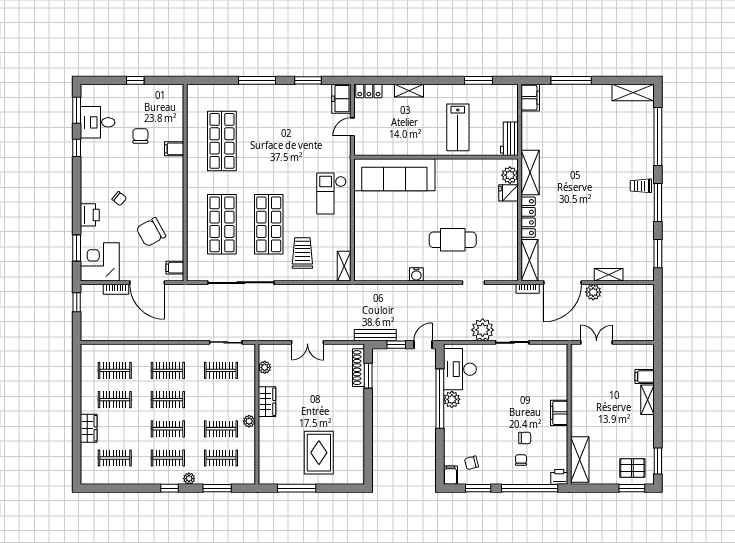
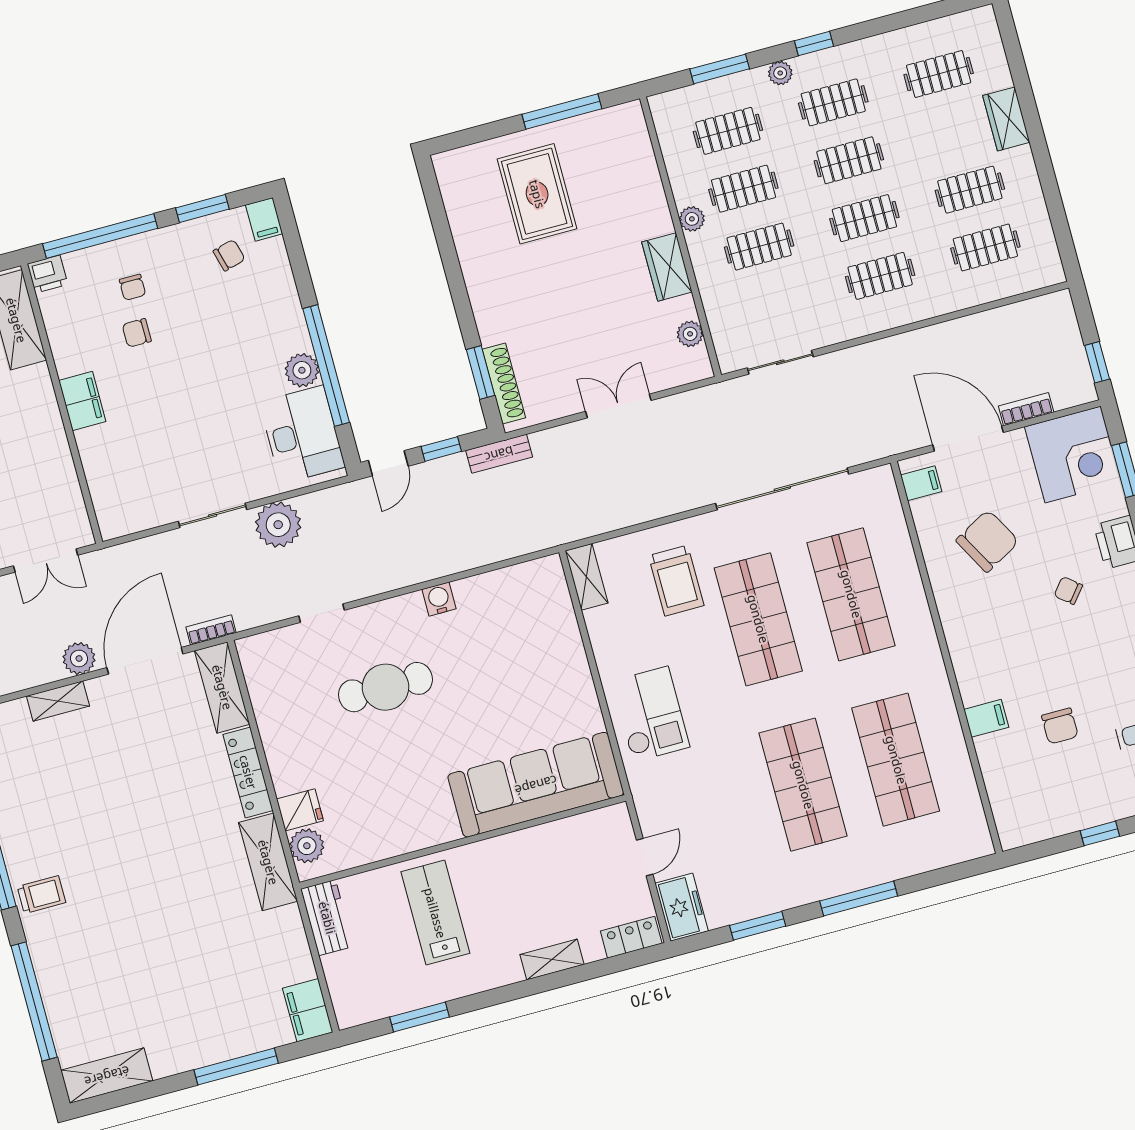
shop shelf: (269, 141) -> (803, 785), added
bench: (375, 335) -> (499, 454), width x0.73
clothes rail: (221, 370) -> (759, 247), moved

